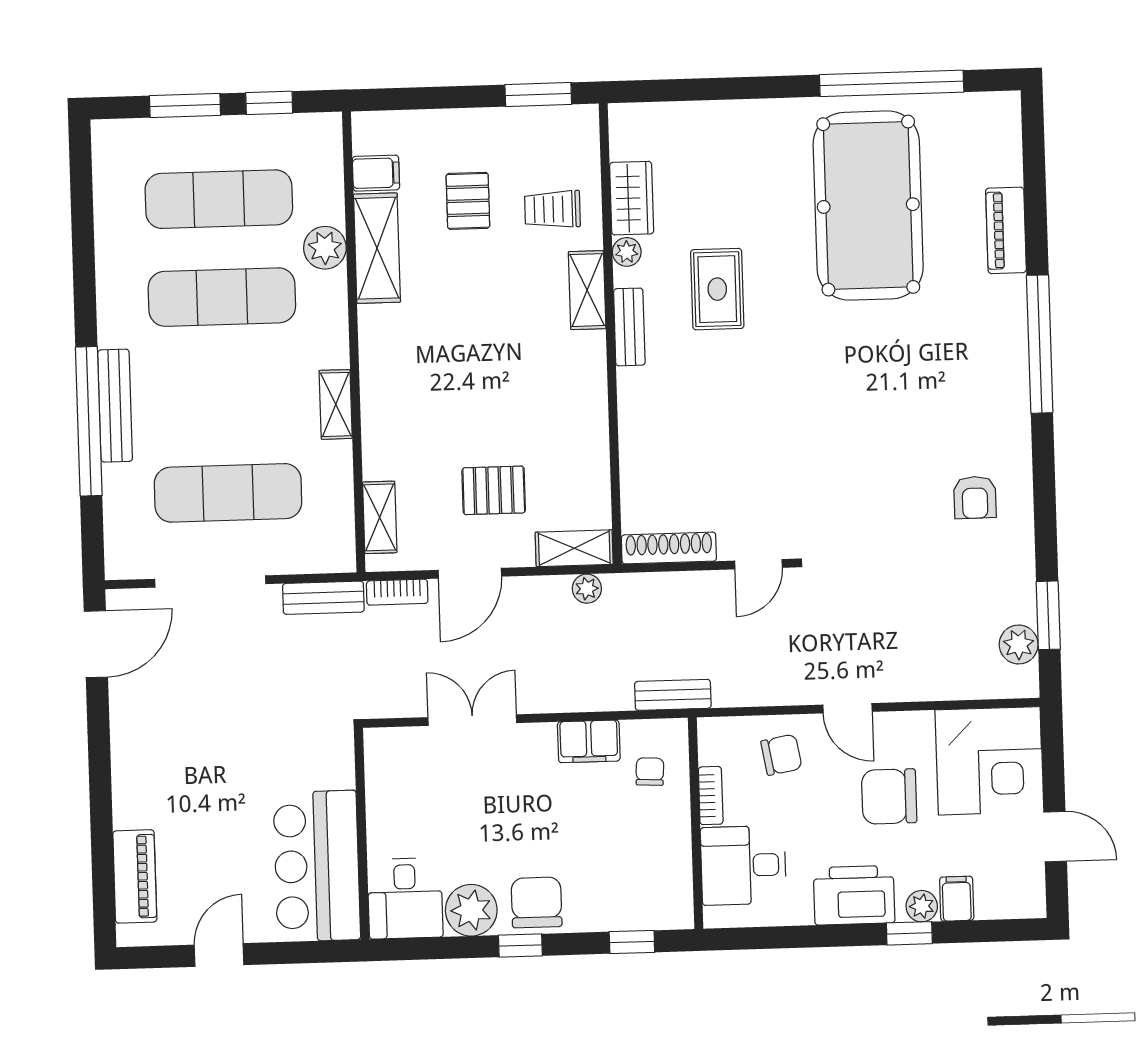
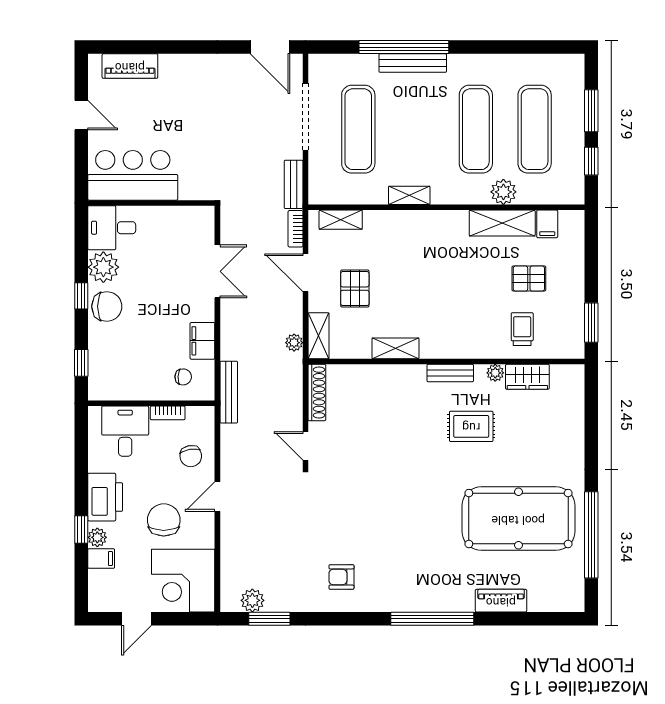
shelving: (587, 290) -> (395, 348), moved
bench: (673, 695) -> (229, 392), width x1.36

